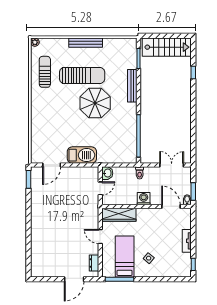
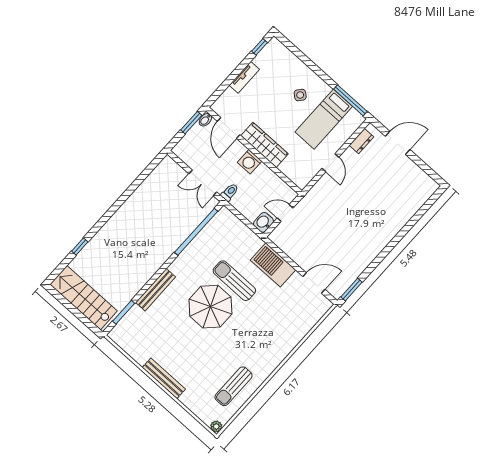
sun lounger: (82, 76) -> (234, 281), moved, width x0.73, depth x0.75
double door: (172, 165) -> (203, 183), moved
wardrobe: (119, 215) -> (265, 145), moved

